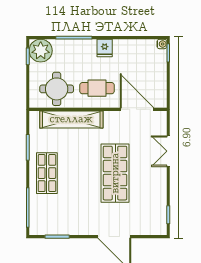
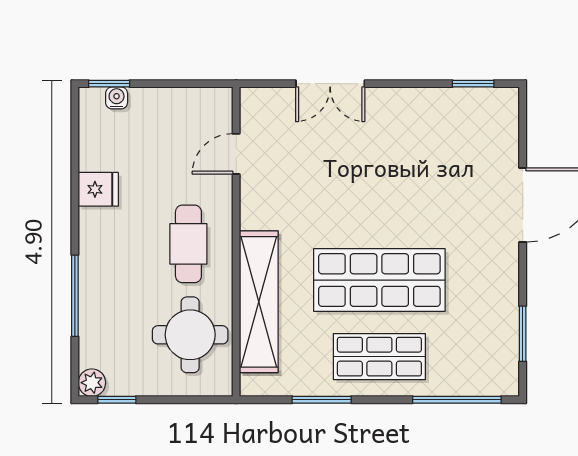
water cooler: (162, 44) -> (117, 98), moved
fridge: (105, 48) -> (98, 189), moved
plant: (41, 51) -> (92, 383), width x0.53, depth x0.53
door: (137, 109) -> (236, 154), width x0.53
shop shelf: (115, 173) -> (379, 280), moved

